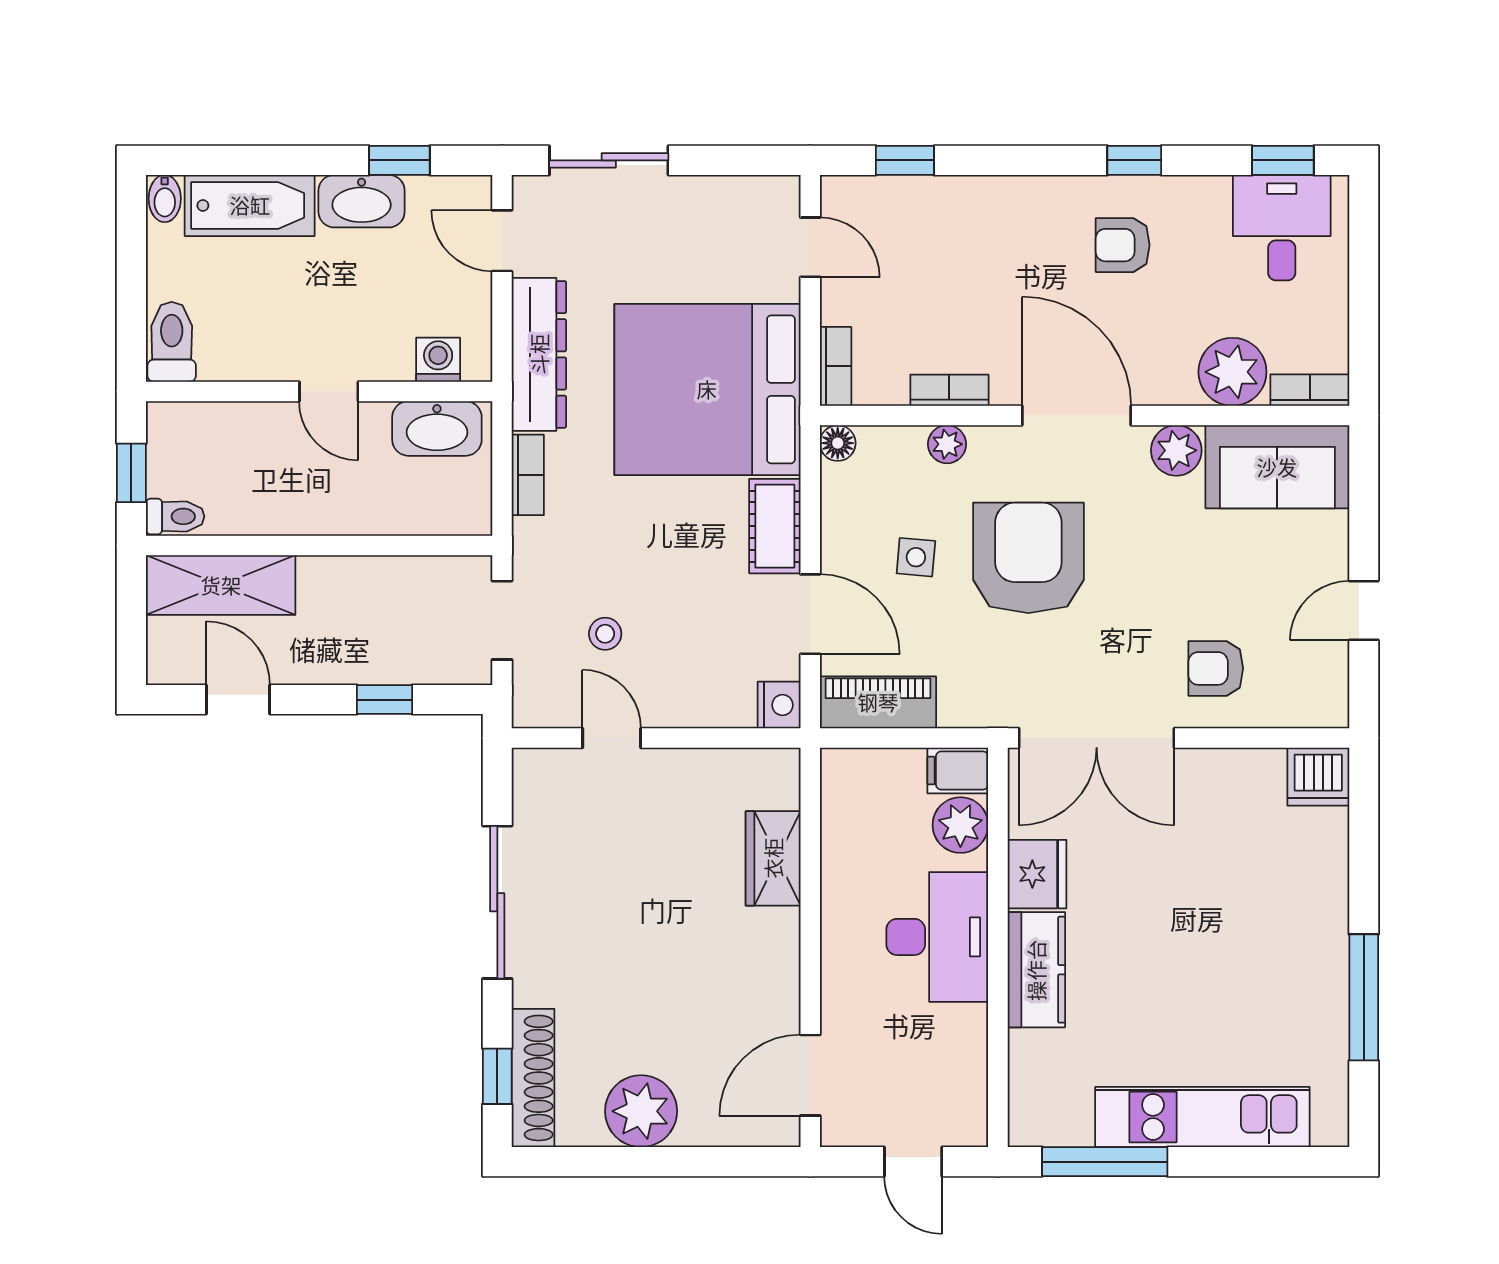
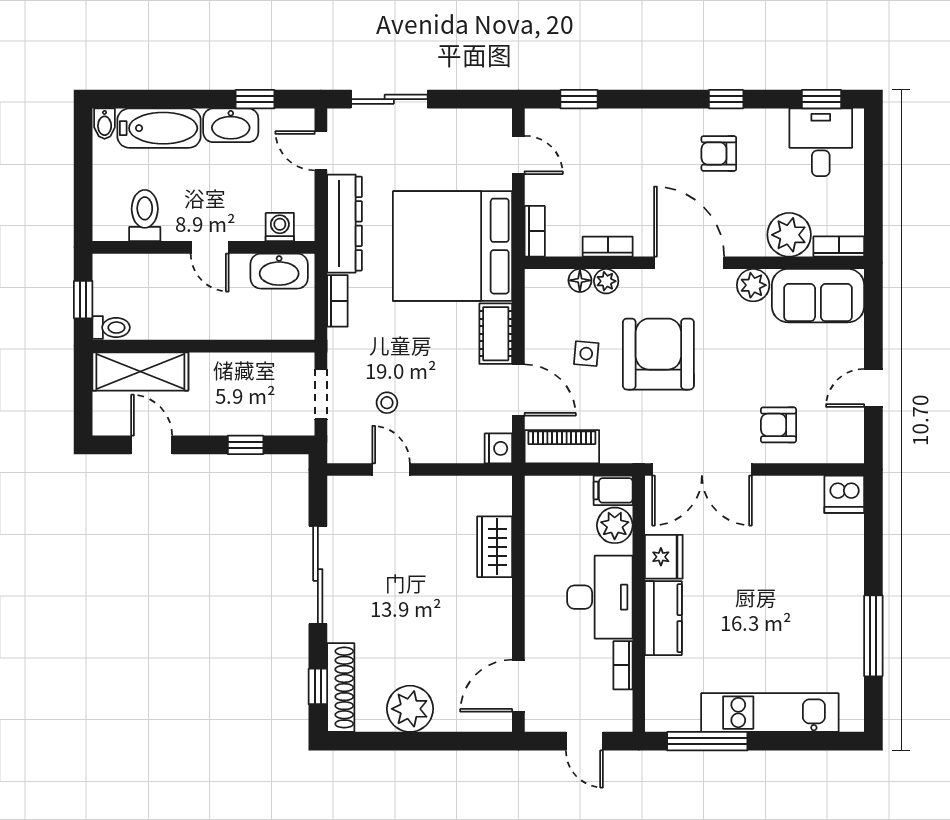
toilet: (172, 342) -> (145, 216), moved
floor lamp: (838, 443) -> (580, 280), moved
bookcase: (973, 1043) -> (623, 665), added

